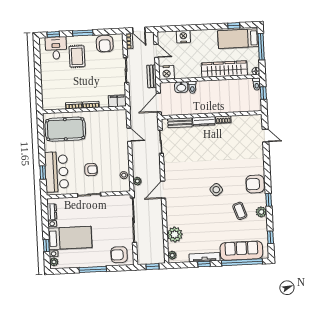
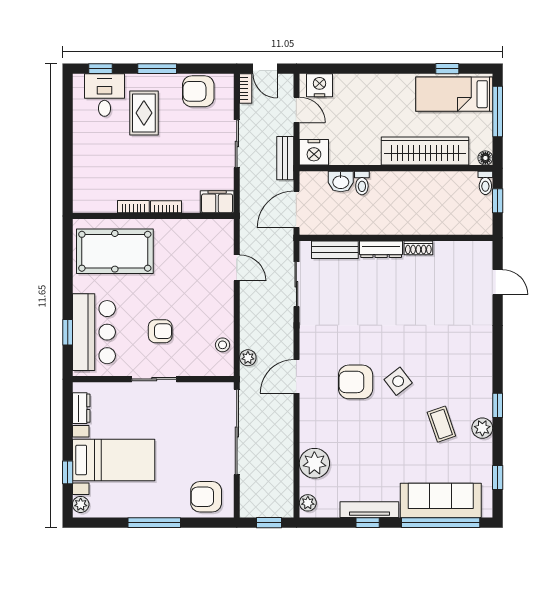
nightstand: (183, 37) -> (320, 85), moved
armchair: (105, 44) -> (198, 91), turned 90
armchair: (255, 184) -> (356, 382), moved

